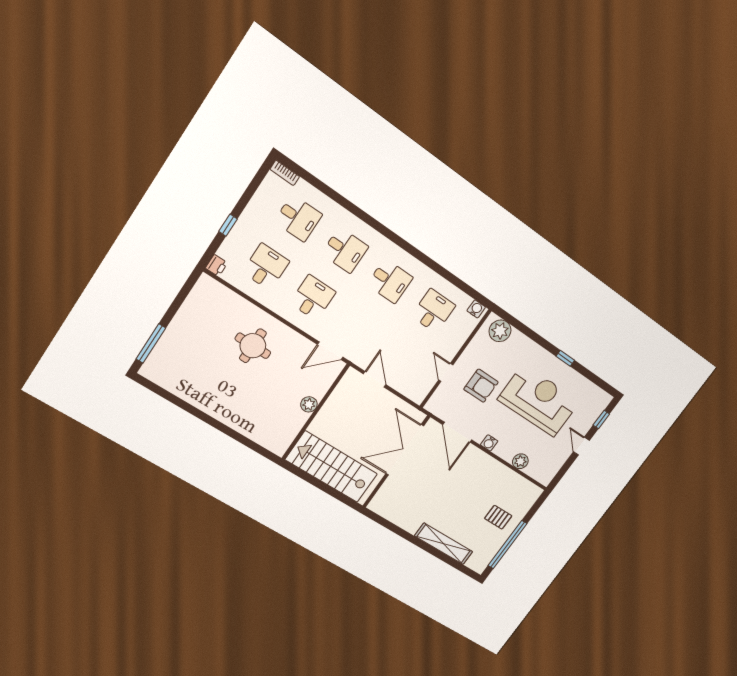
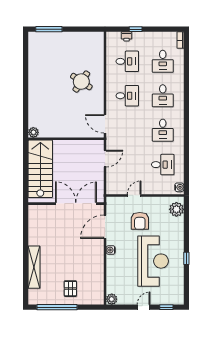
printer: (216, 265) -> (126, 36), moved
round table: (253, 346) -> (81, 82), turned 34
plant: (309, 404) -> (33, 132), moved
plant: (520, 461) -> (112, 299), moved

